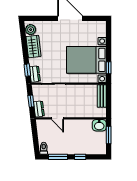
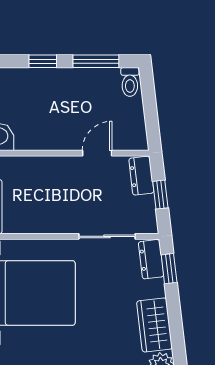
door: (57, 118) -> (97, 153), hinge flipped

